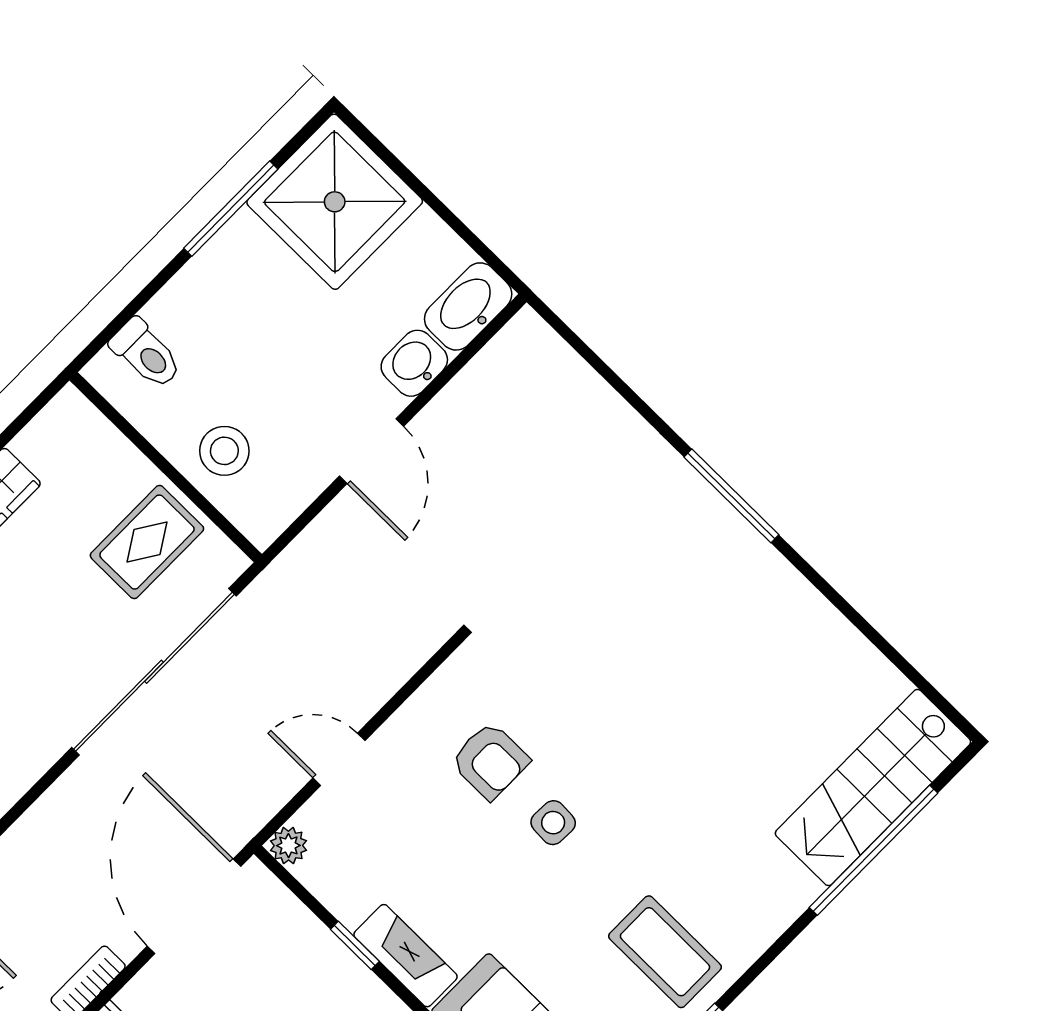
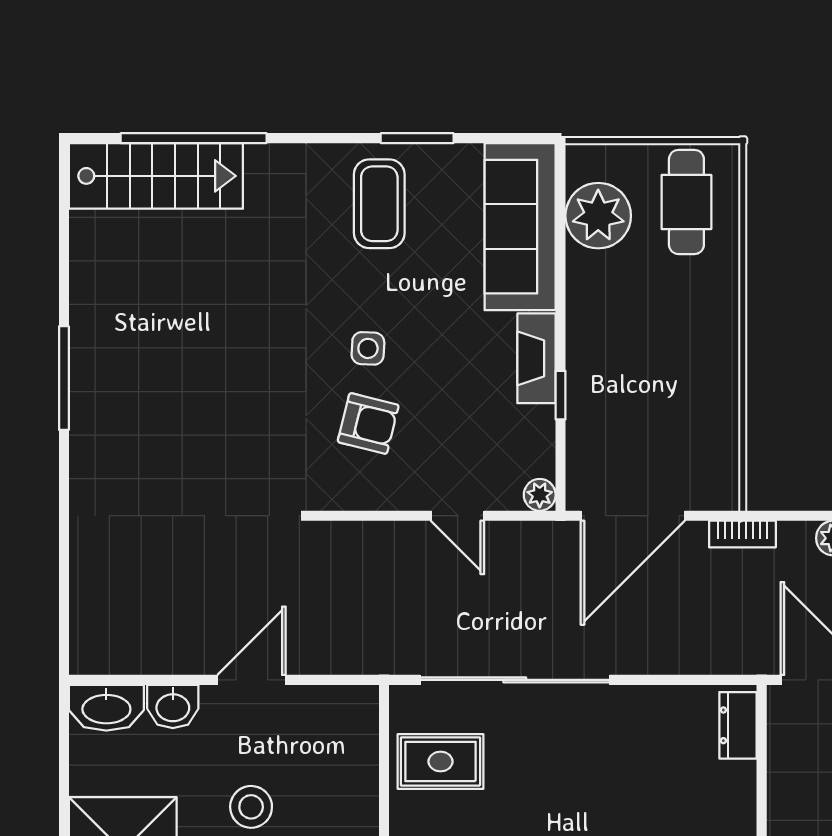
stool: (224, 451) -> (251, 807), moved
window: (731, 496) -> (64, 378), moved
armchair: (490, 761) -> (368, 423), turned 104

